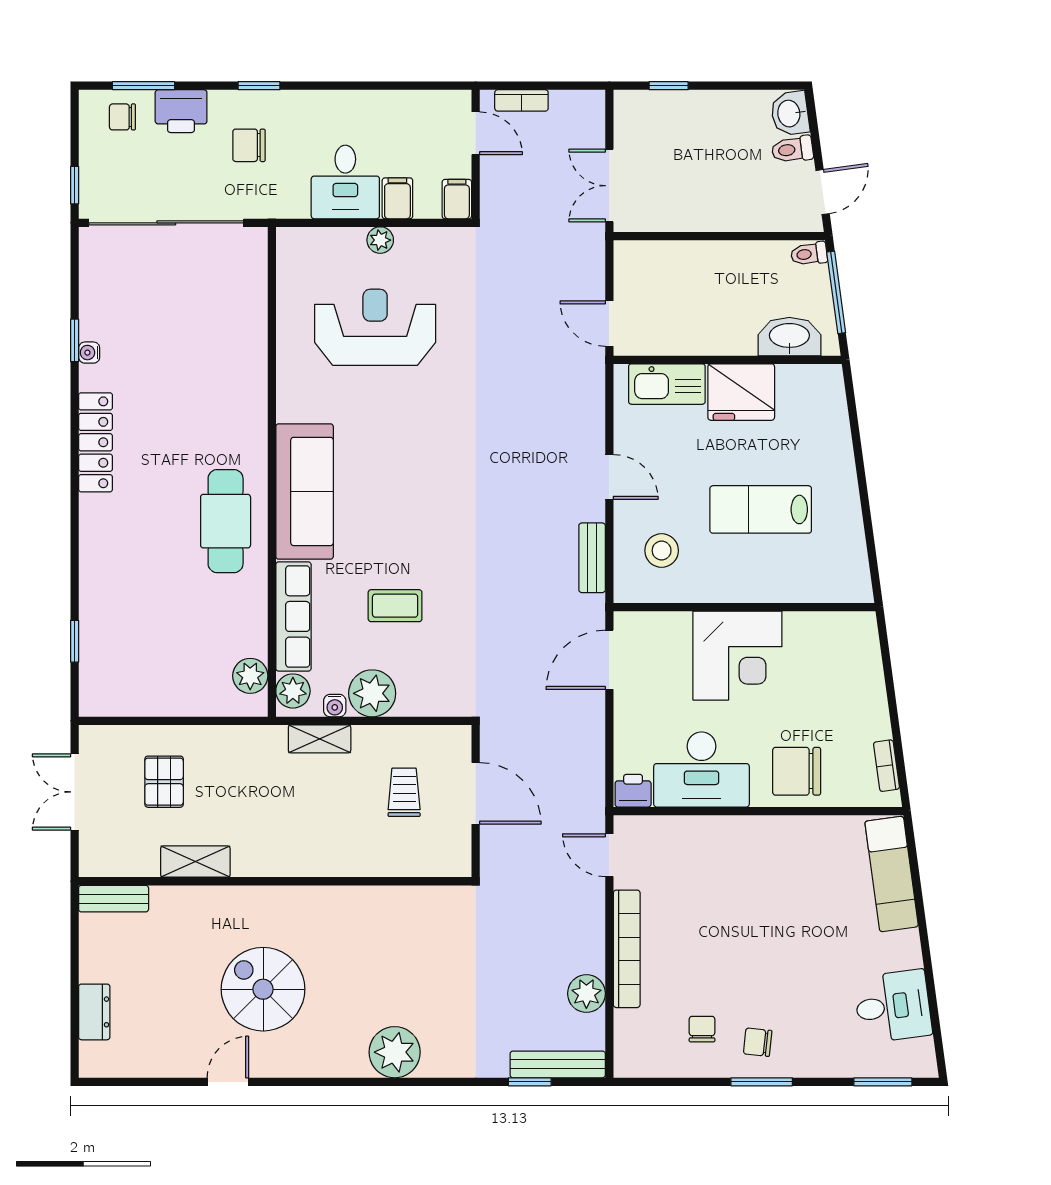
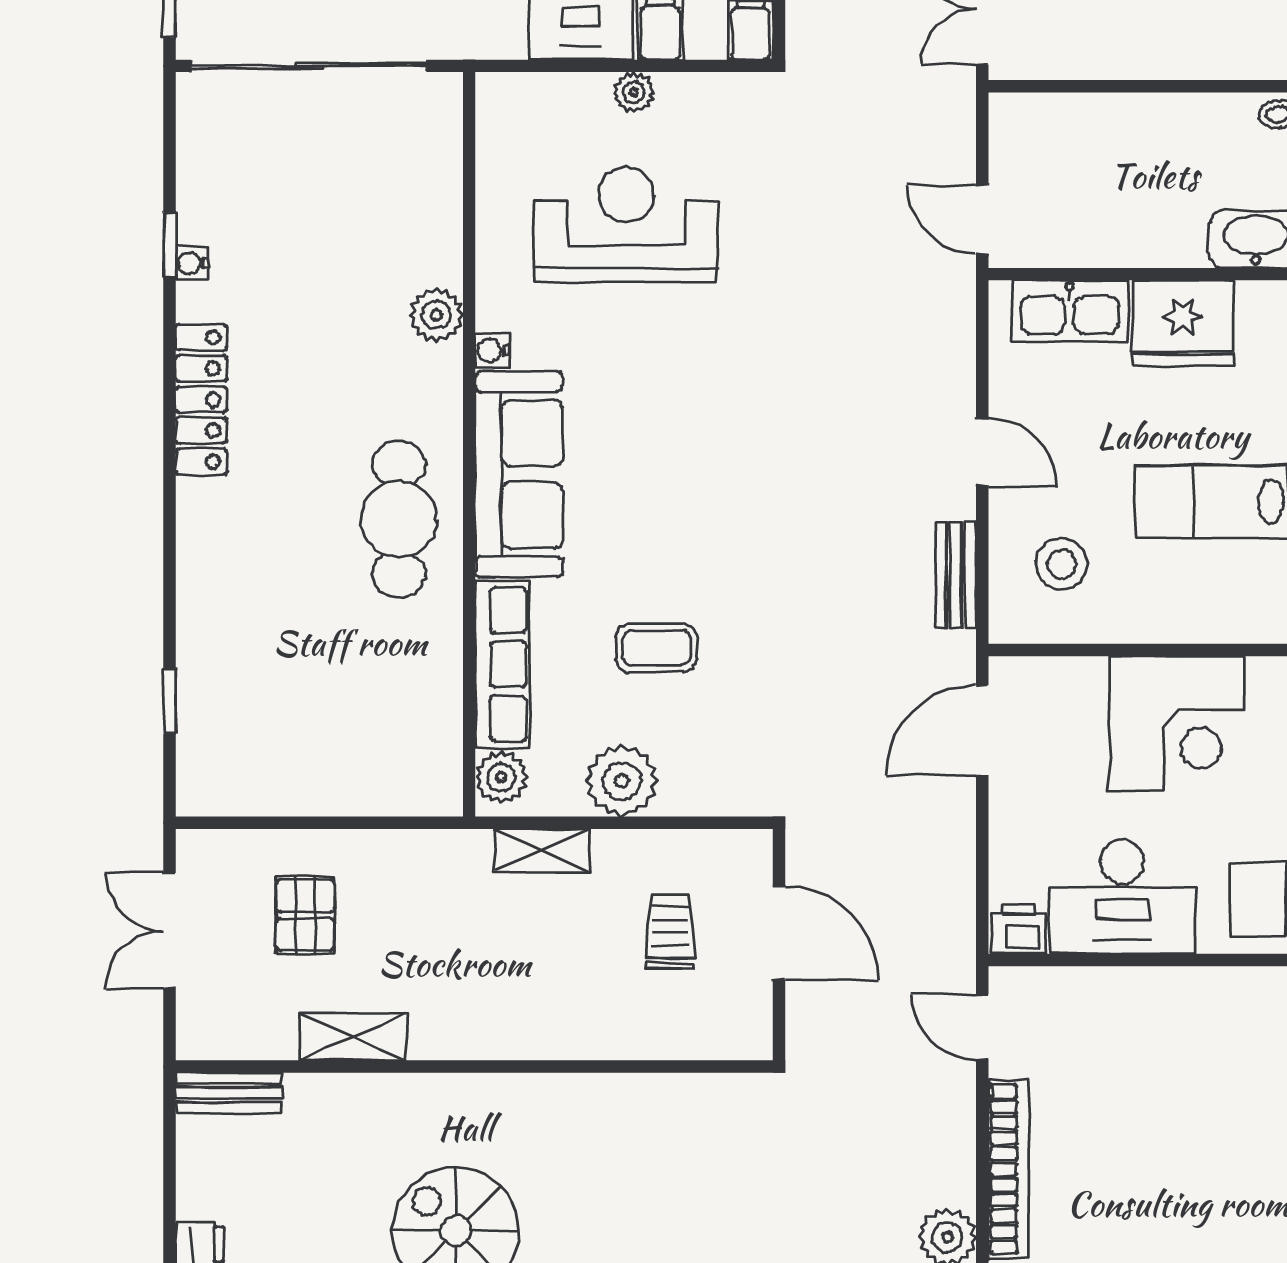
plant: (250, 676) -> (436, 315), moved
water cooler: (335, 706) -> (492, 350), moved, turned 90

